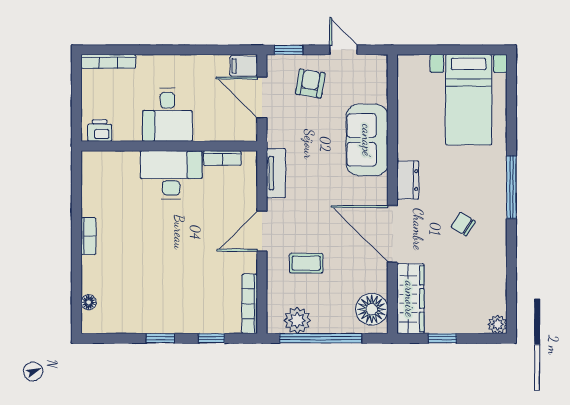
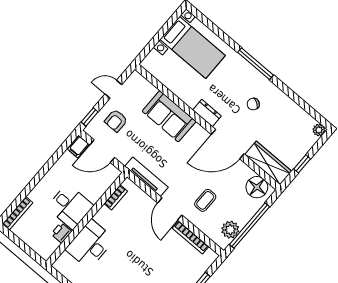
armchair: (310, 83) -> (116, 121), turned -99
printer: (100, 131) -> (61, 233), moved
tv unit: (276, 173) -> (147, 177), width x1.41
desk: (171, 175) -> (90, 244), moved
bookcase: (250, 304) -> (190, 237), moved

